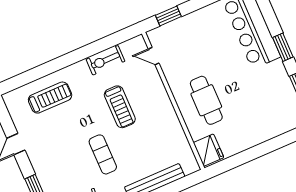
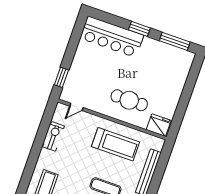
exercise bike: (105, 60) -> (53, 136), turned 180
treadmill: (120, 107) -> (116, 144), moved, width x1.37, depth x1.38

